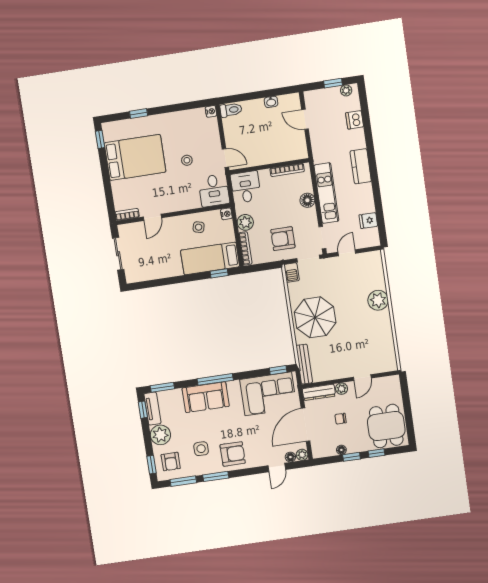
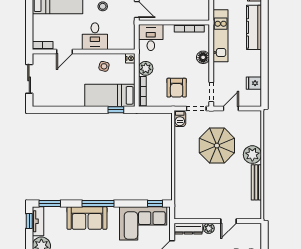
kitchen counter: (361, 166) -> (254, 27), width x1.50
desk: (214, 190) -> (95, 36), moved
kitchen unit: (326, 193) -> (221, 36), moved
armchair: (283, 239) -> (177, 88), turned -90
parasol: (315, 317) -> (217, 146), moved
bench: (304, 364) -> (256, 182), moved

